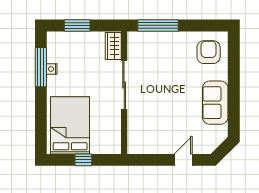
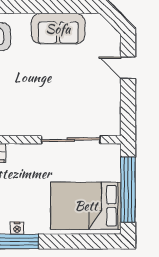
sliding door: (124, 85) -> (71, 140), moved
window: (83, 160) -> (128, 190), width x3.17

